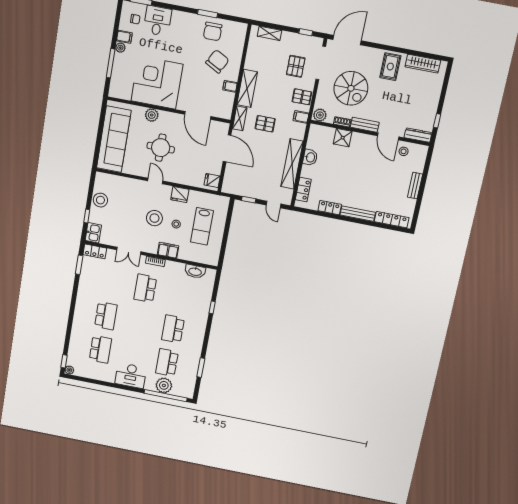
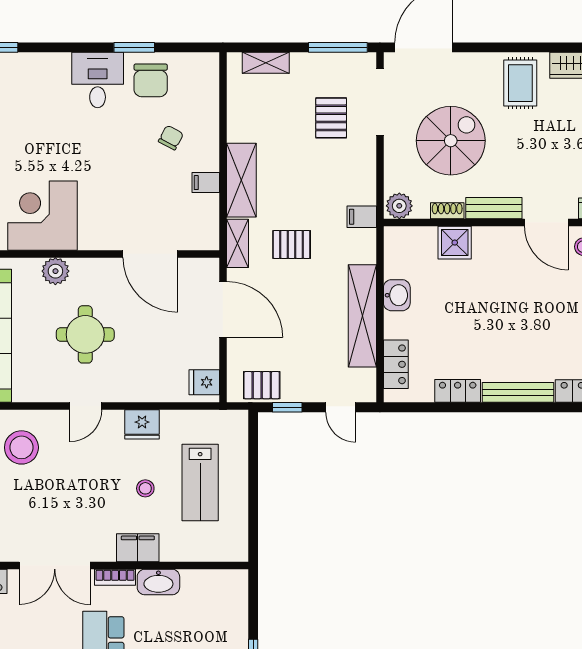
desk: (157, 21) -> (98, 80), moved
window: (306, 32) -> (338, 47), width x2.17
chair: (217, 61) -> (171, 138), width x0.54, depth x0.54
corner desk: (157, 83) -> (43, 216), width x0.74, depth x0.74
spiral stairs: (351, 88) -> (451, 141), turned -90
pallet: (302, 97) -> (262, 385), moved
door: (155, 181) -> (86, 406), swing flipped
stool: (154, 218) -> (21, 447), moved
double door: (129, 251) -> (55, 565), width x1.37
washbasin: (195, 271) -> (158, 582), moved

